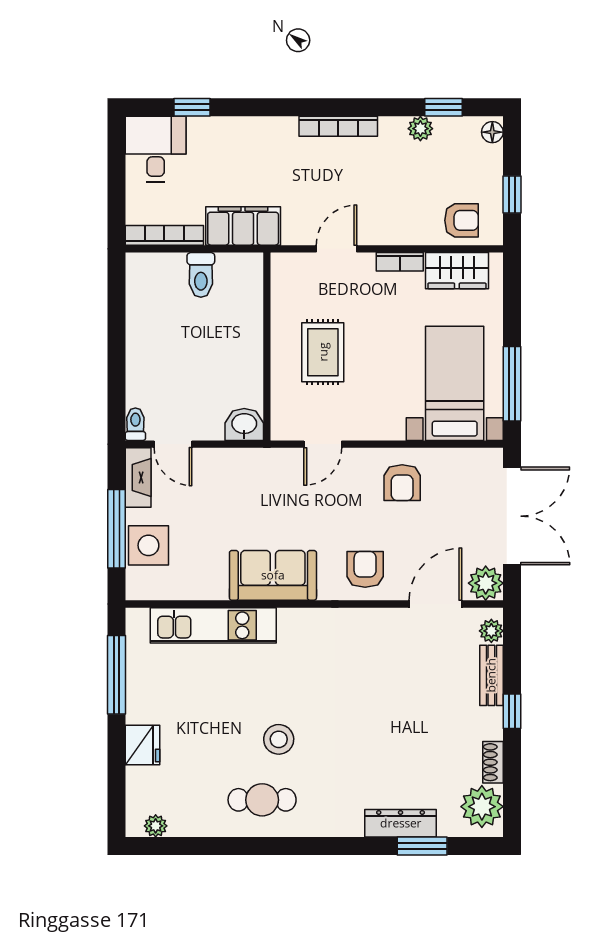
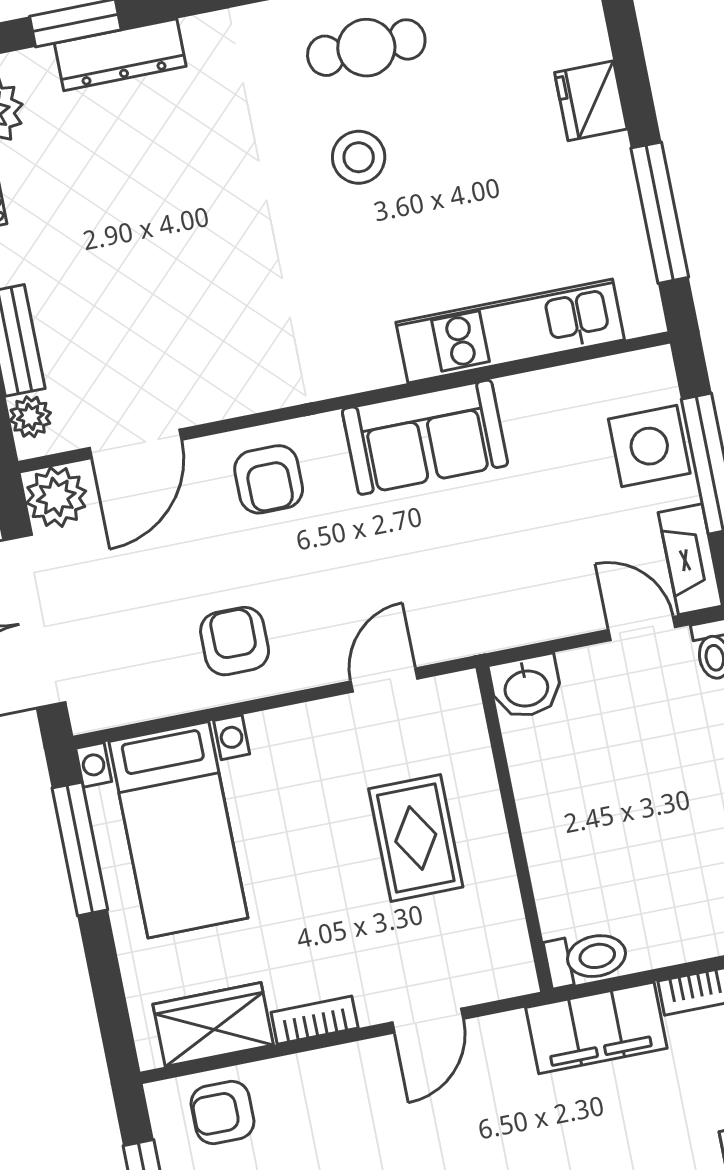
toilet: (201, 275) -> (586, 958), moved, turned 90

